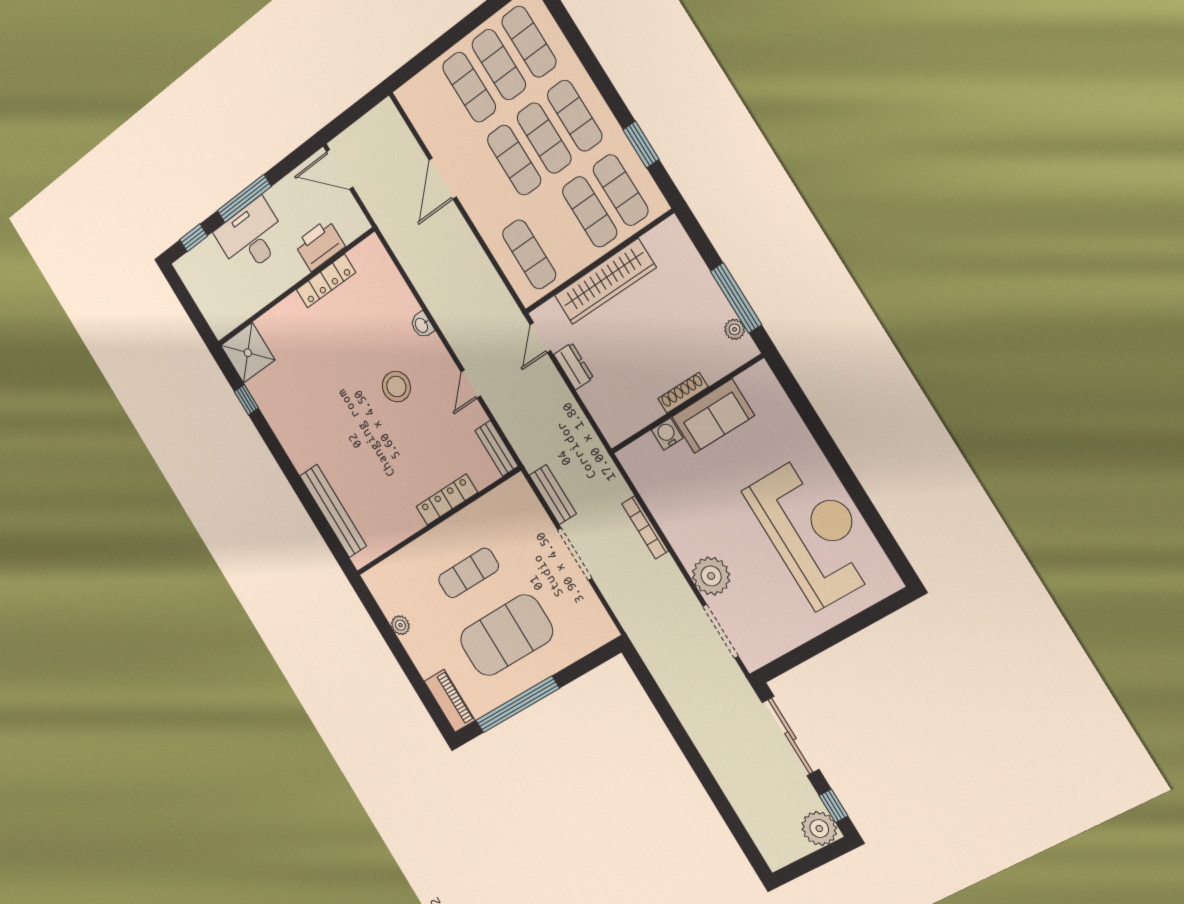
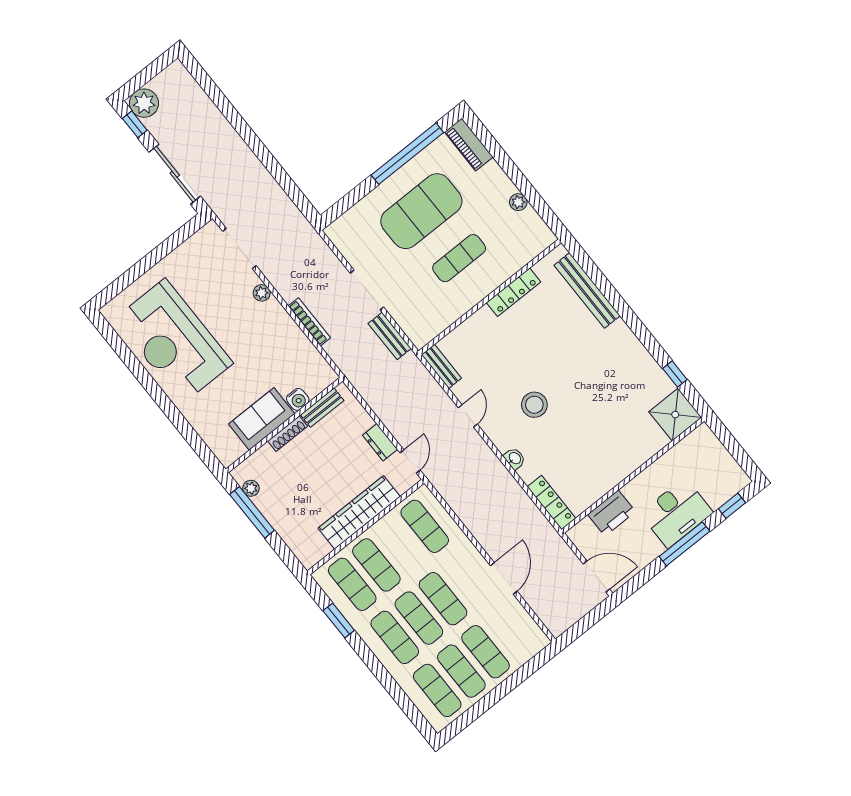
locker: (326, 281) -> (551, 502), moved, turned 90
bench: (639, 419) -> (322, 408), added
locker: (447, 500) -> (514, 292), moved
plant: (711, 576) -> (262, 293), width x0.53, depth x0.53

